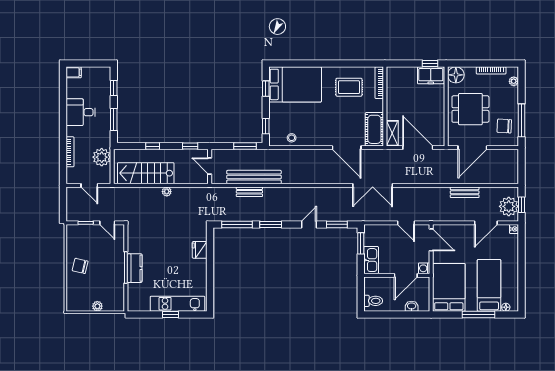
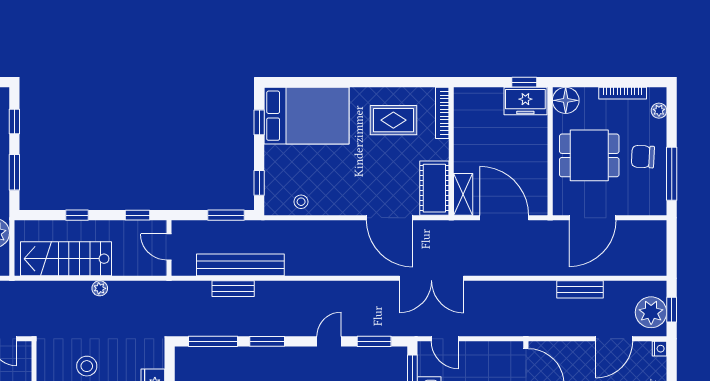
chair: (504, 126) -> (643, 157), moved
door: (406, 223) -> (445, 339), moved
stool: (159, 240) -> (87, 366), added

